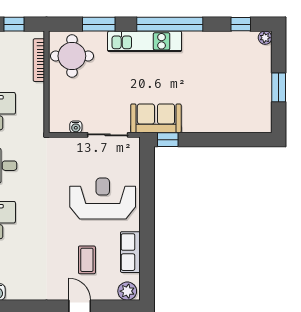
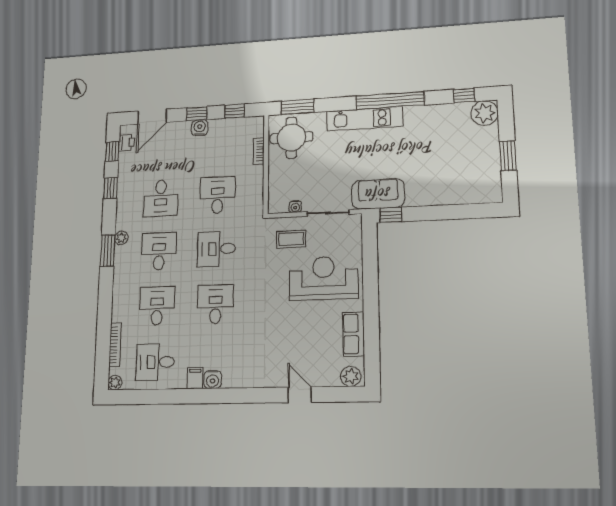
window: (99, 24) -> (298, 107), moved
plant: (265, 38) -> (485, 113), width x1.88, depth x1.88
bookcase: (39, 60) -> (259, 151), width x0.64
coffee table: (87, 260) -> (291, 239), moved, turned 90

